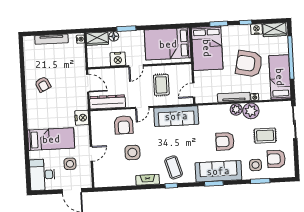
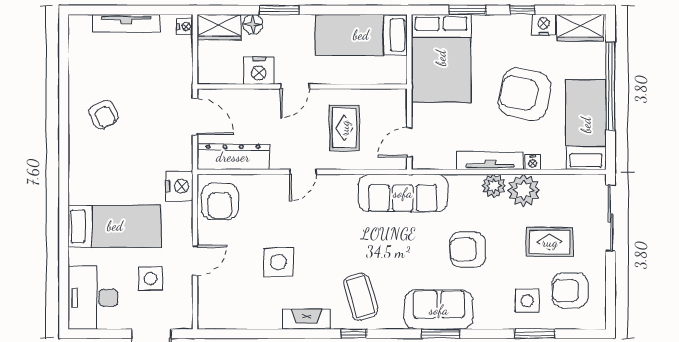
bed: (168, 44) -> (361, 35), width x0.67
sofa: (176, 116) -> (403, 193), moved
armchair: (124, 125) -> (220, 201), moved
sofa: (218, 171) -> (439, 310), width x0.73

